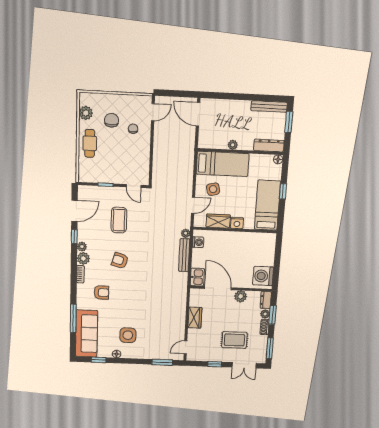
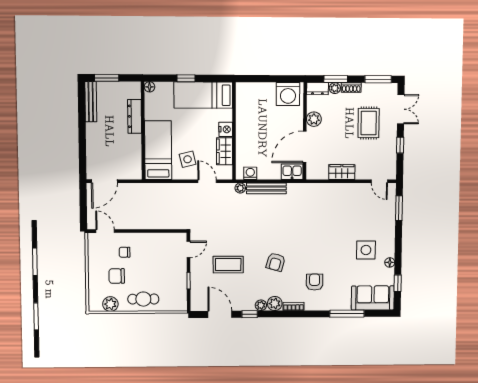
plant: (233, 145) -> (136, 140), removed
dresser: (269, 146) -> (135, 116), moved
sofa: (87, 334) -> (373, 298), width x0.73

